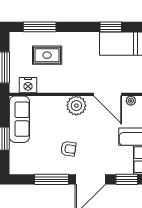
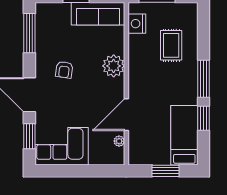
window: (40, 27) -> (203, 79), moved
plant: (76, 106) -> (114, 66), moved
window: (51, 179) -> (29, 33), moved

